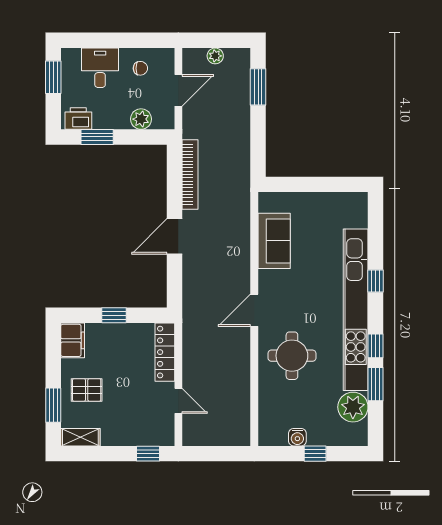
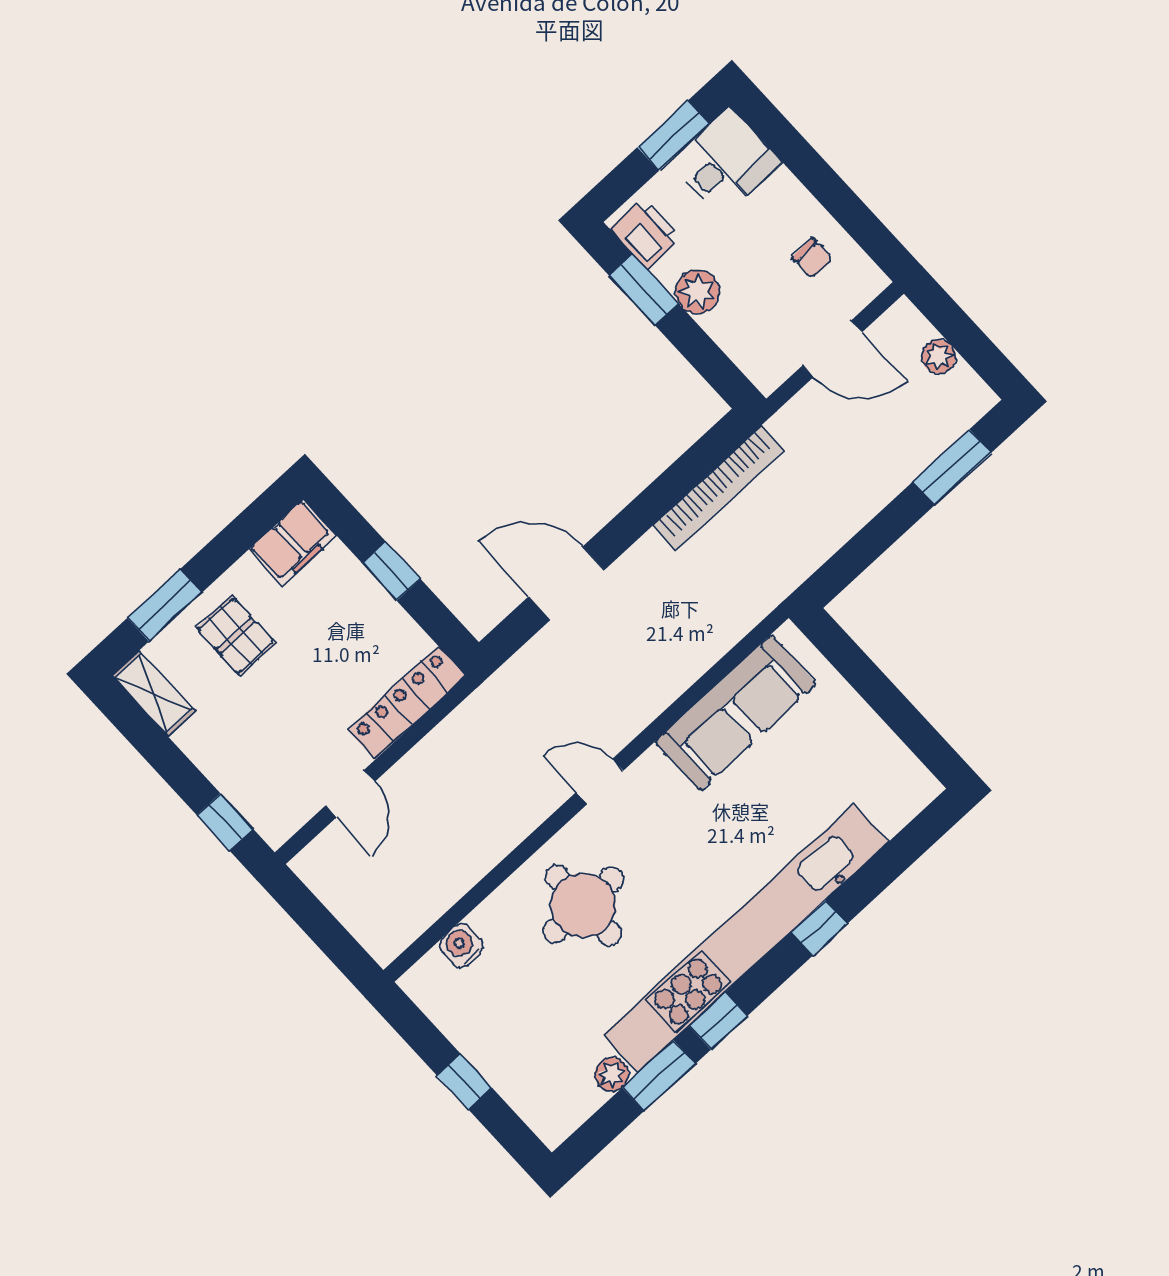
desk: (100, 68) -> (726, 162), moved
plant: (141, 119) -> (697, 292), moved
door: (175, 236) -> (566, 583), moved
sofa: (274, 241) -> (736, 713), width x1.36
door: (254, 310) -> (600, 782), width x0.73
plant: (353, 407) -> (612, 1074), width x0.53, depth x0.53
water cooler: (297, 437) -> (461, 945), moved, turned 90

